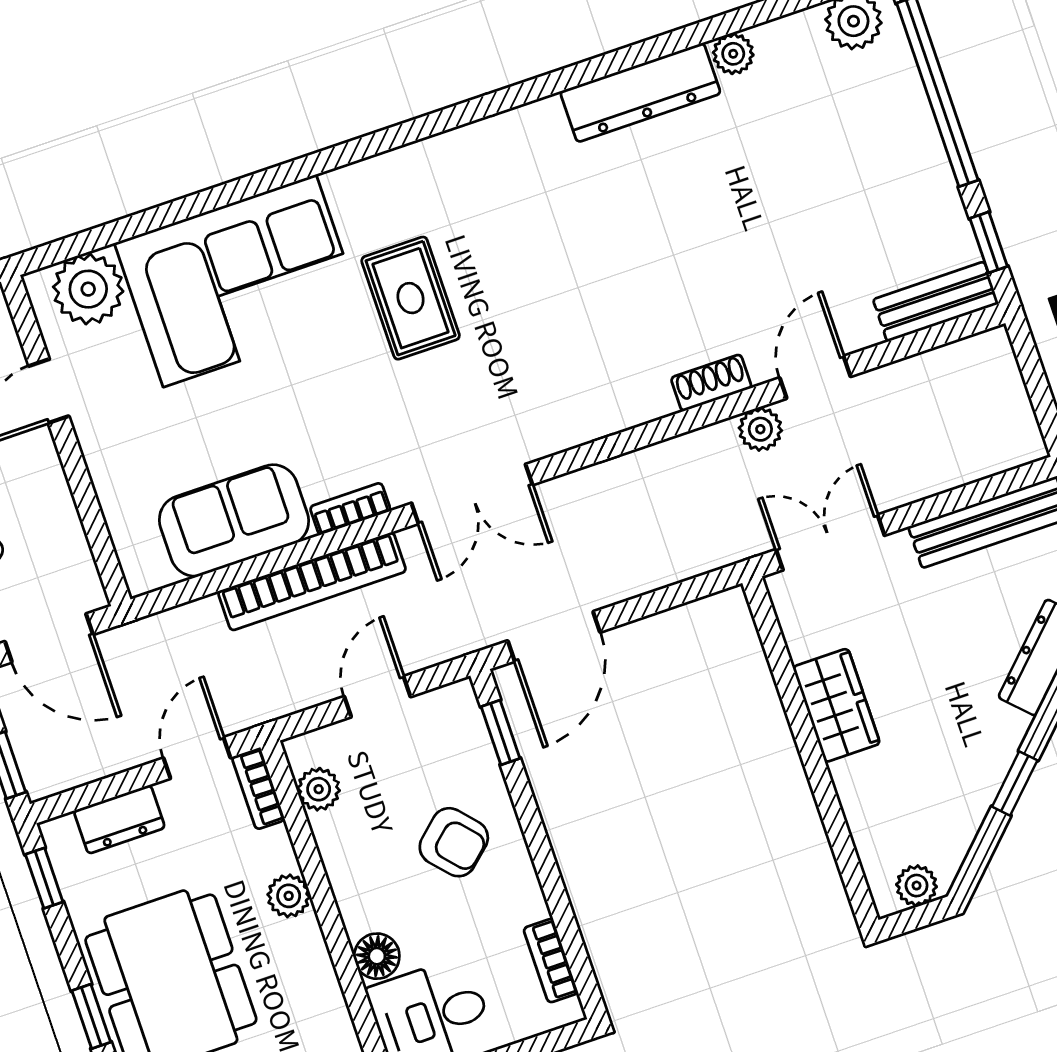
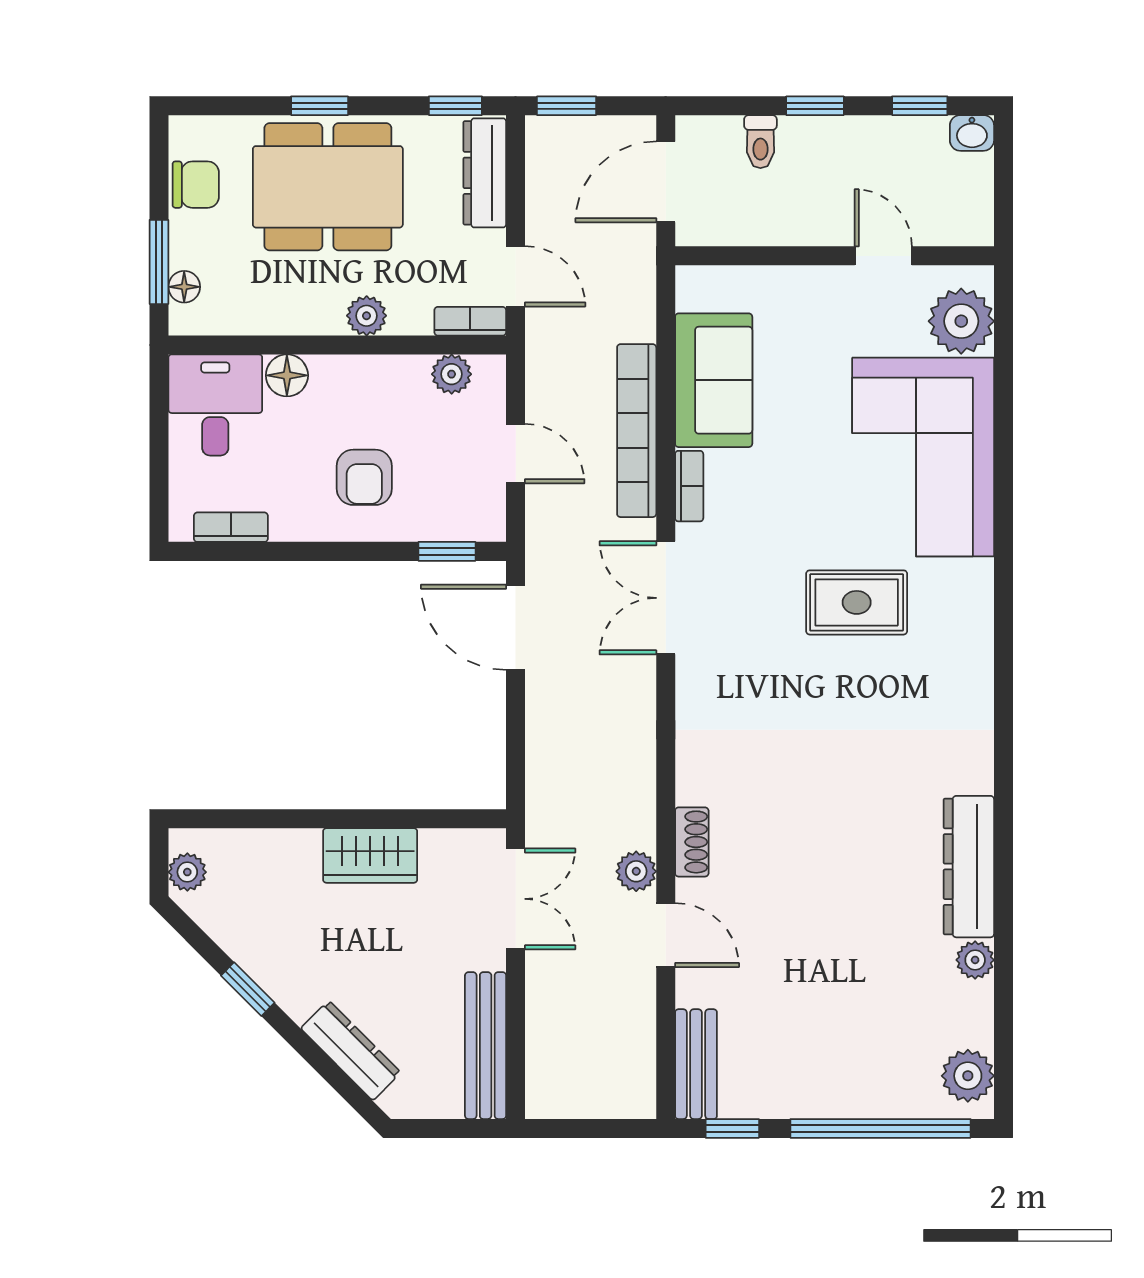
dresser: (119, 819) -> (485, 173), width x1.44
armchair: (454, 842) -> (364, 477), turned -48

